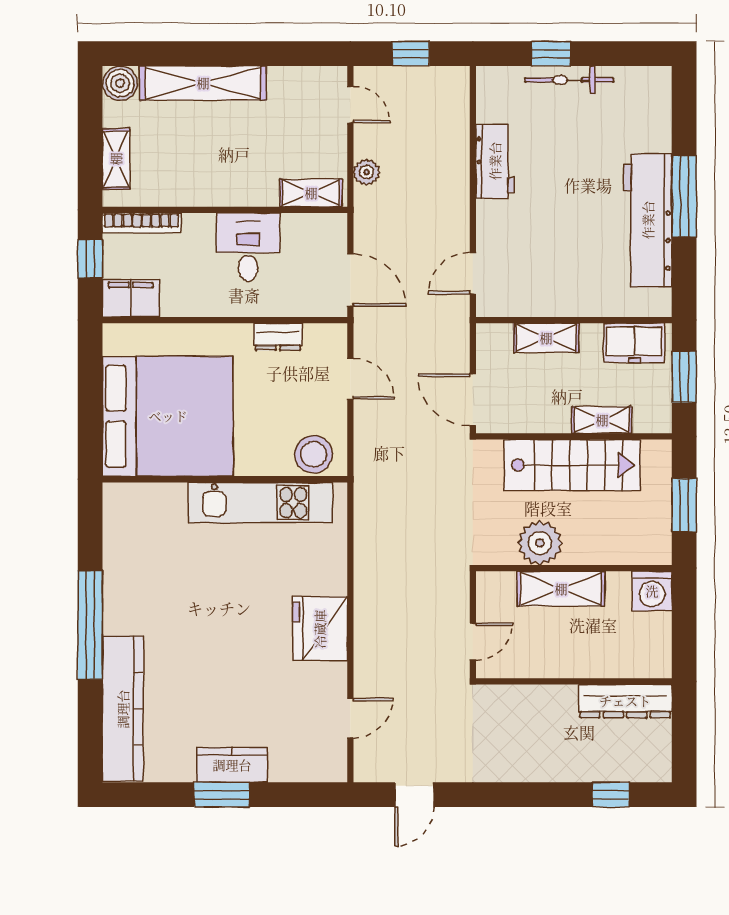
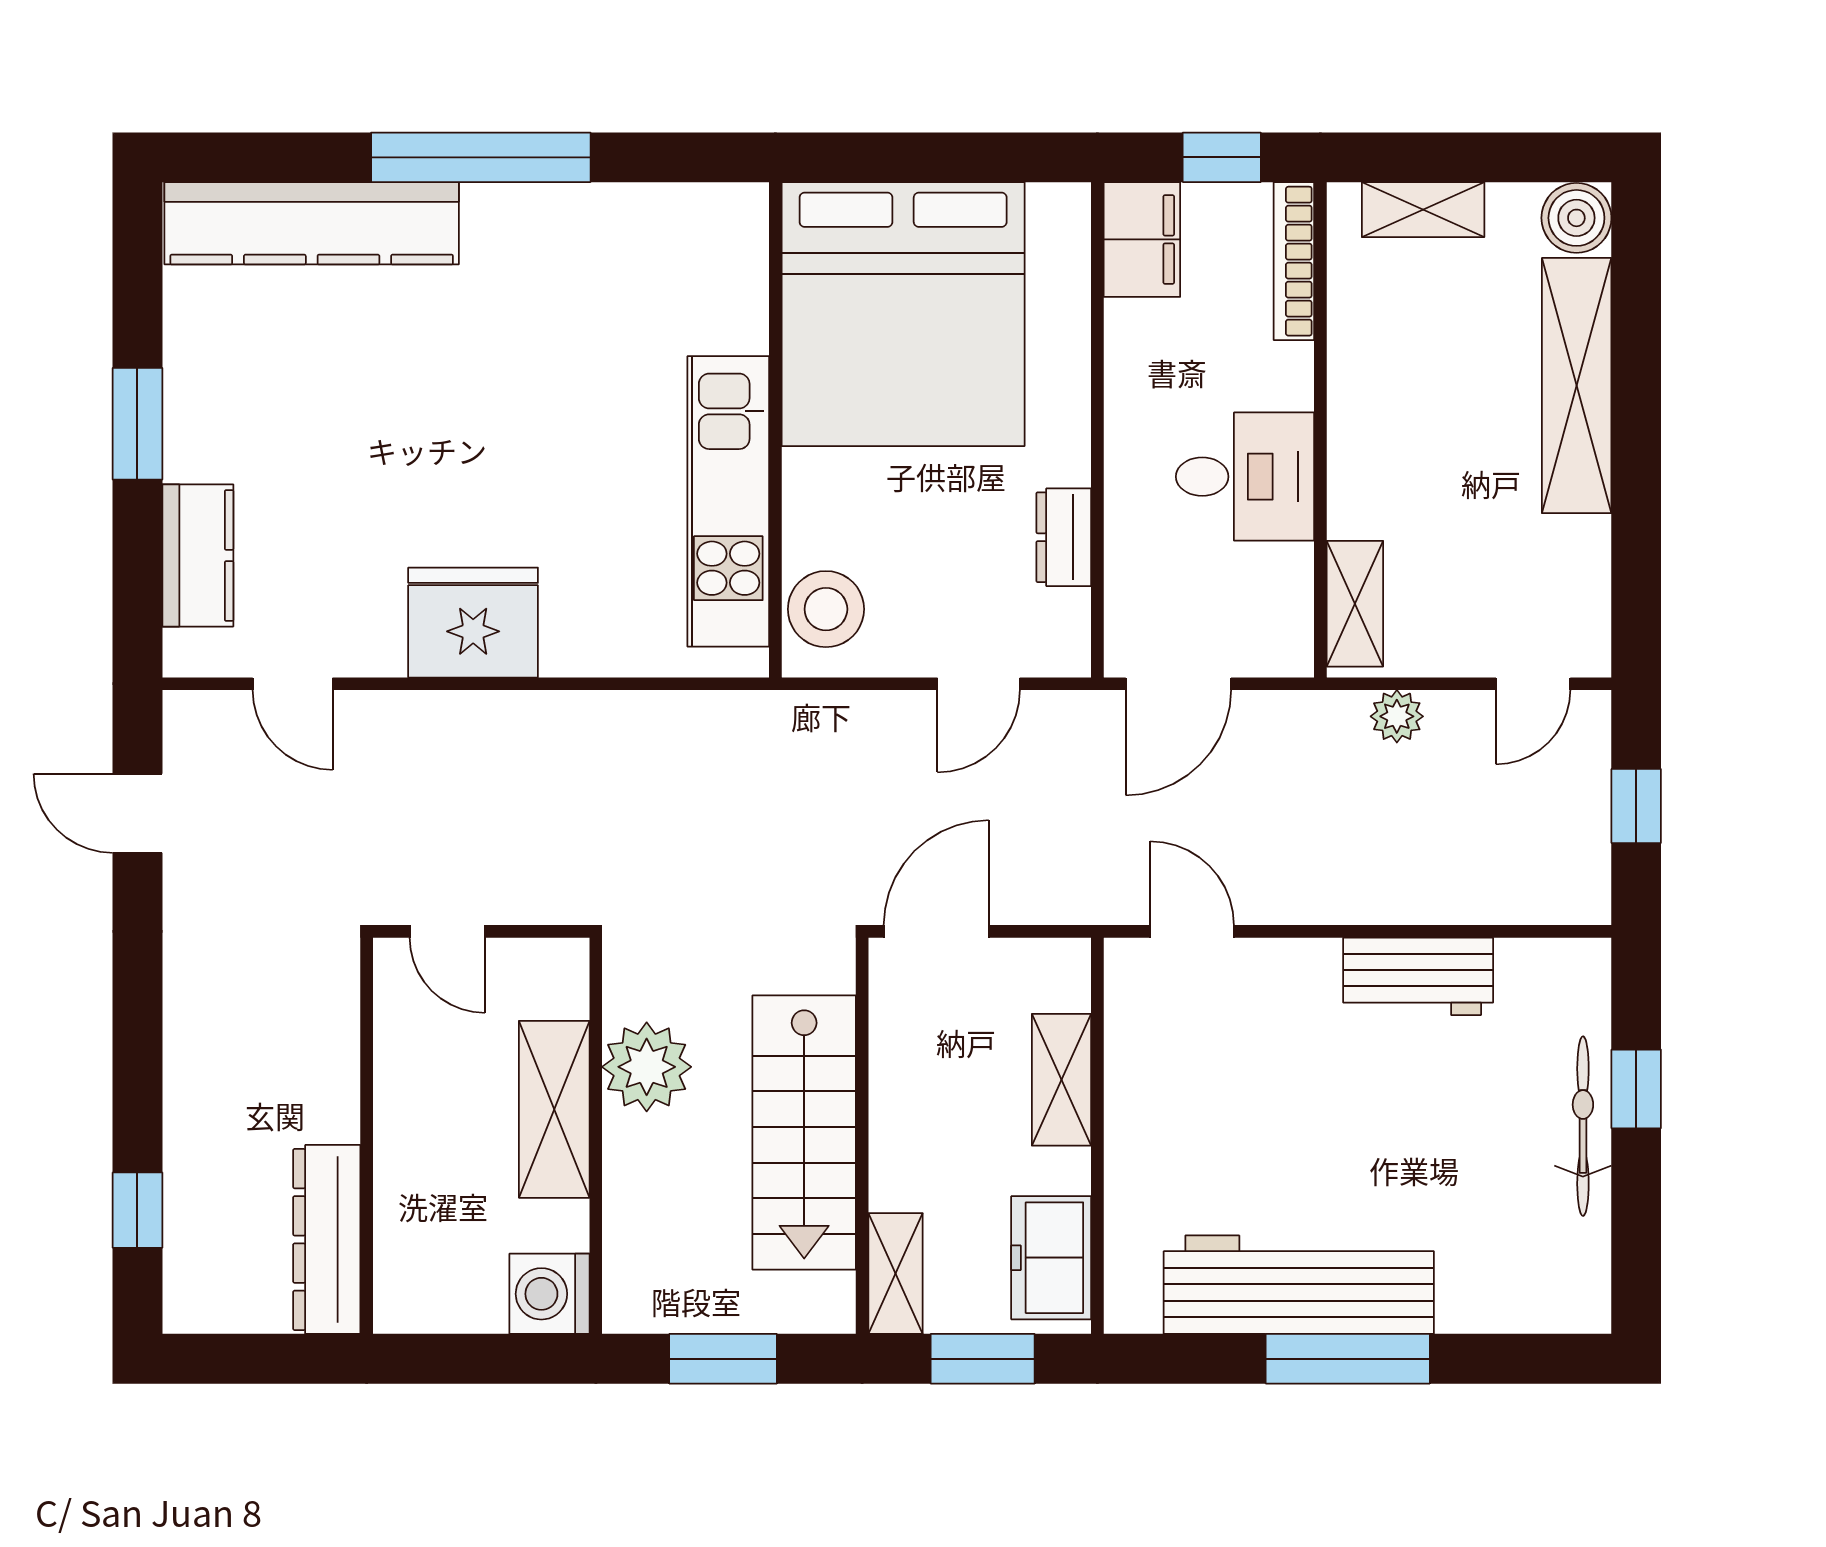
shelving: (602, 420) -> (895, 1274), moved
kitchen counter: (232, 765) -> (198, 555), moved

